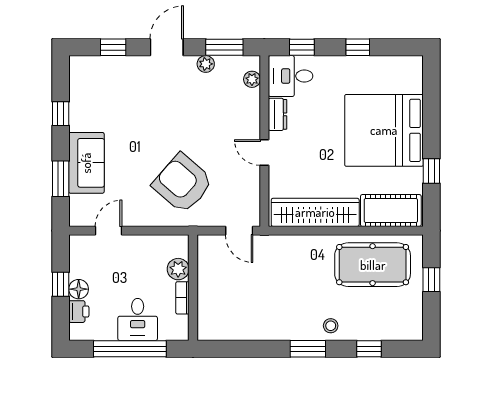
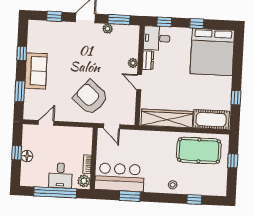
plant: (252, 79) -> (133, 63), moved
bed: (384, 130) -> (212, 52), moved, turned -90
sofa: (86, 163) -> (36, 71), moved
door: (239, 231) -> (112, 126), moved
plant: (178, 269) -> (84, 181), moved
printer: (79, 312) -> (26, 169), removed
bar counter: (239, 317) -> (119, 177), added
window: (308, 349) -> (130, 196), moved

